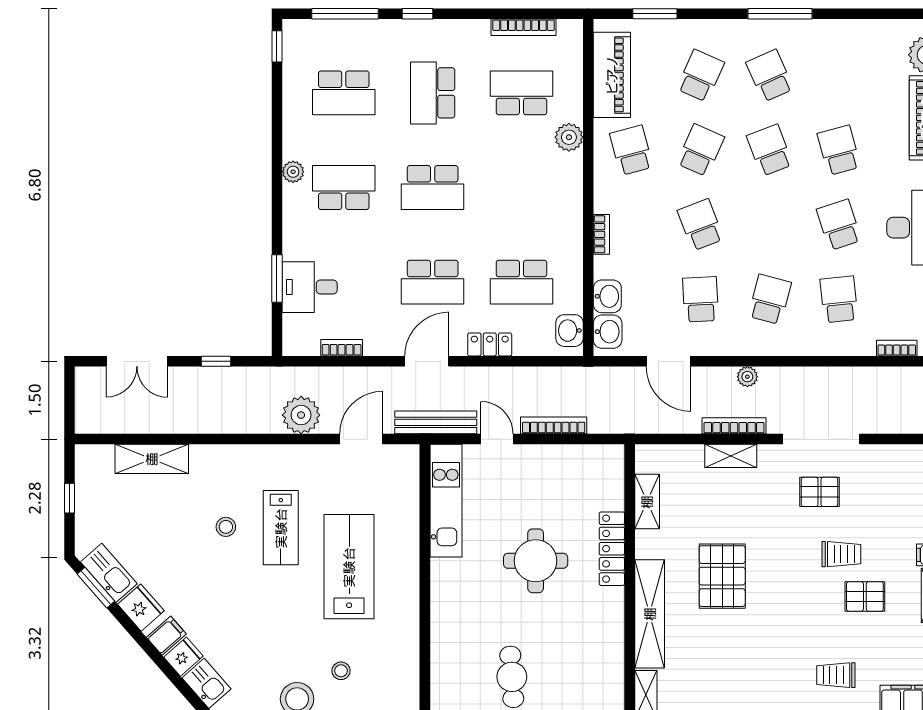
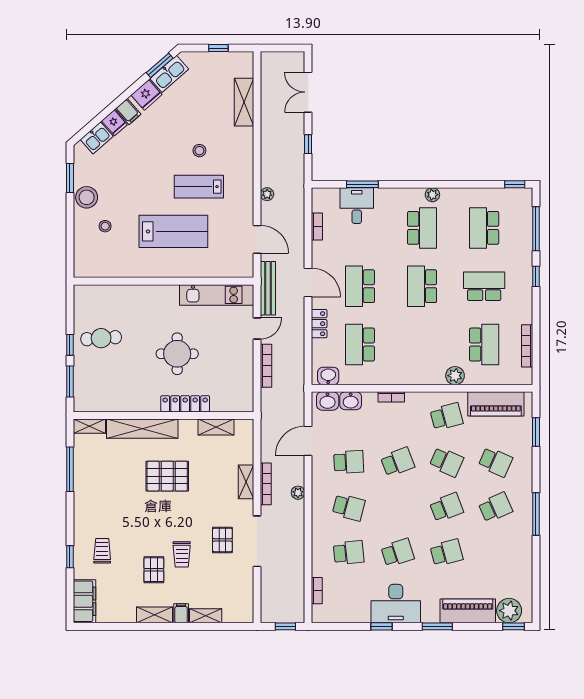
plant: (301, 415) -> (267, 194), width x0.53, depth x0.53

